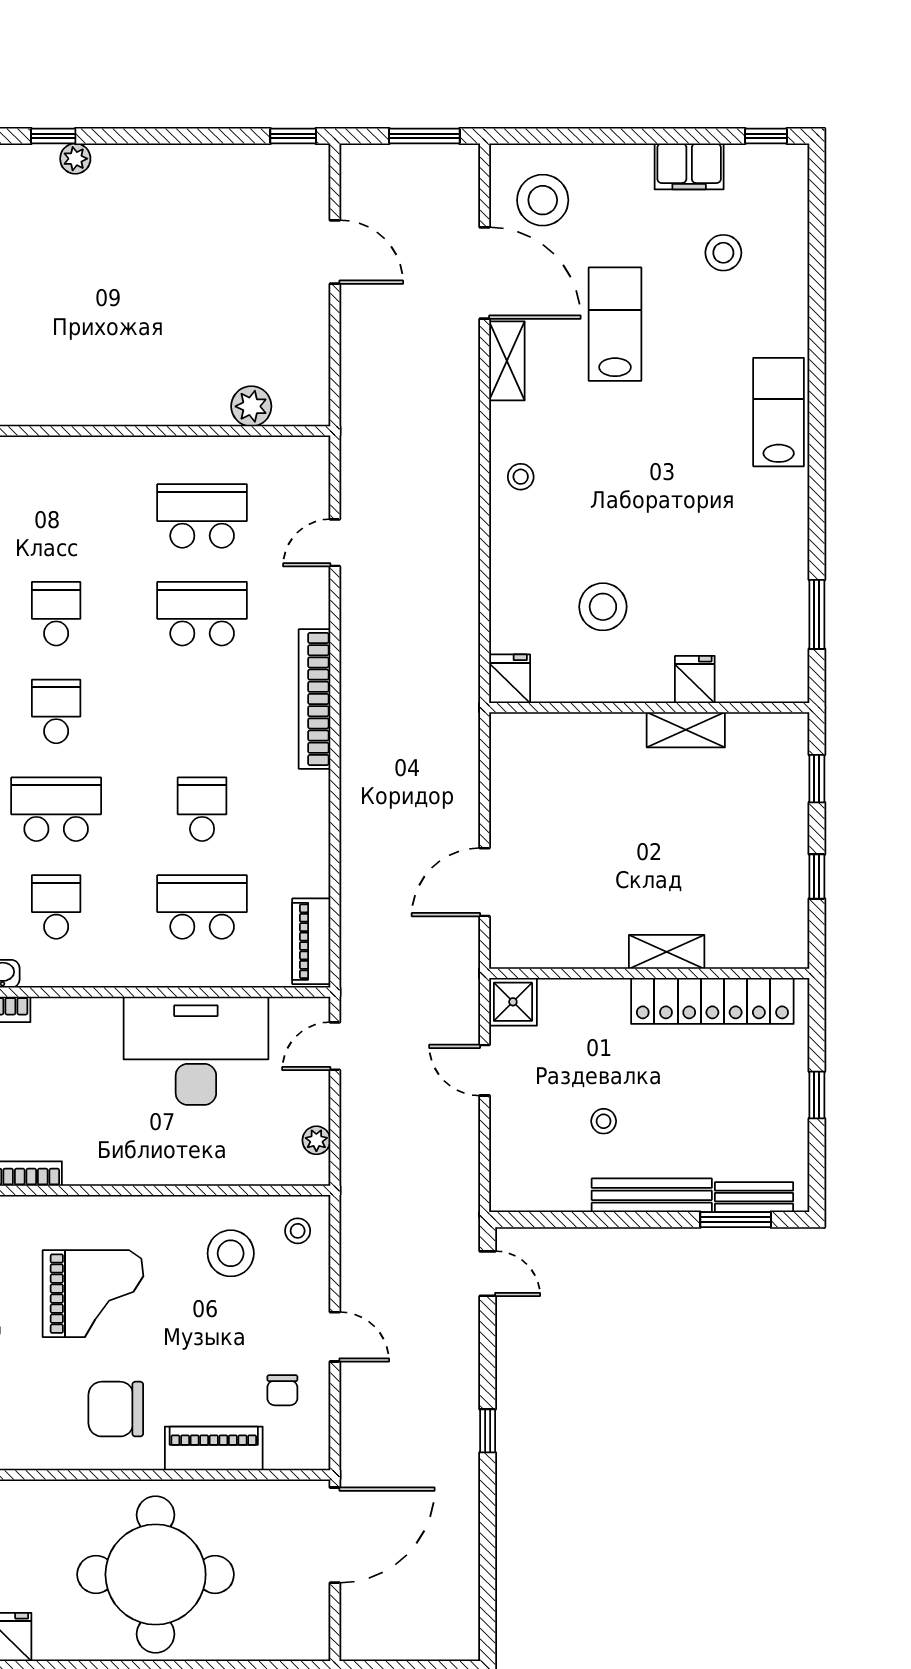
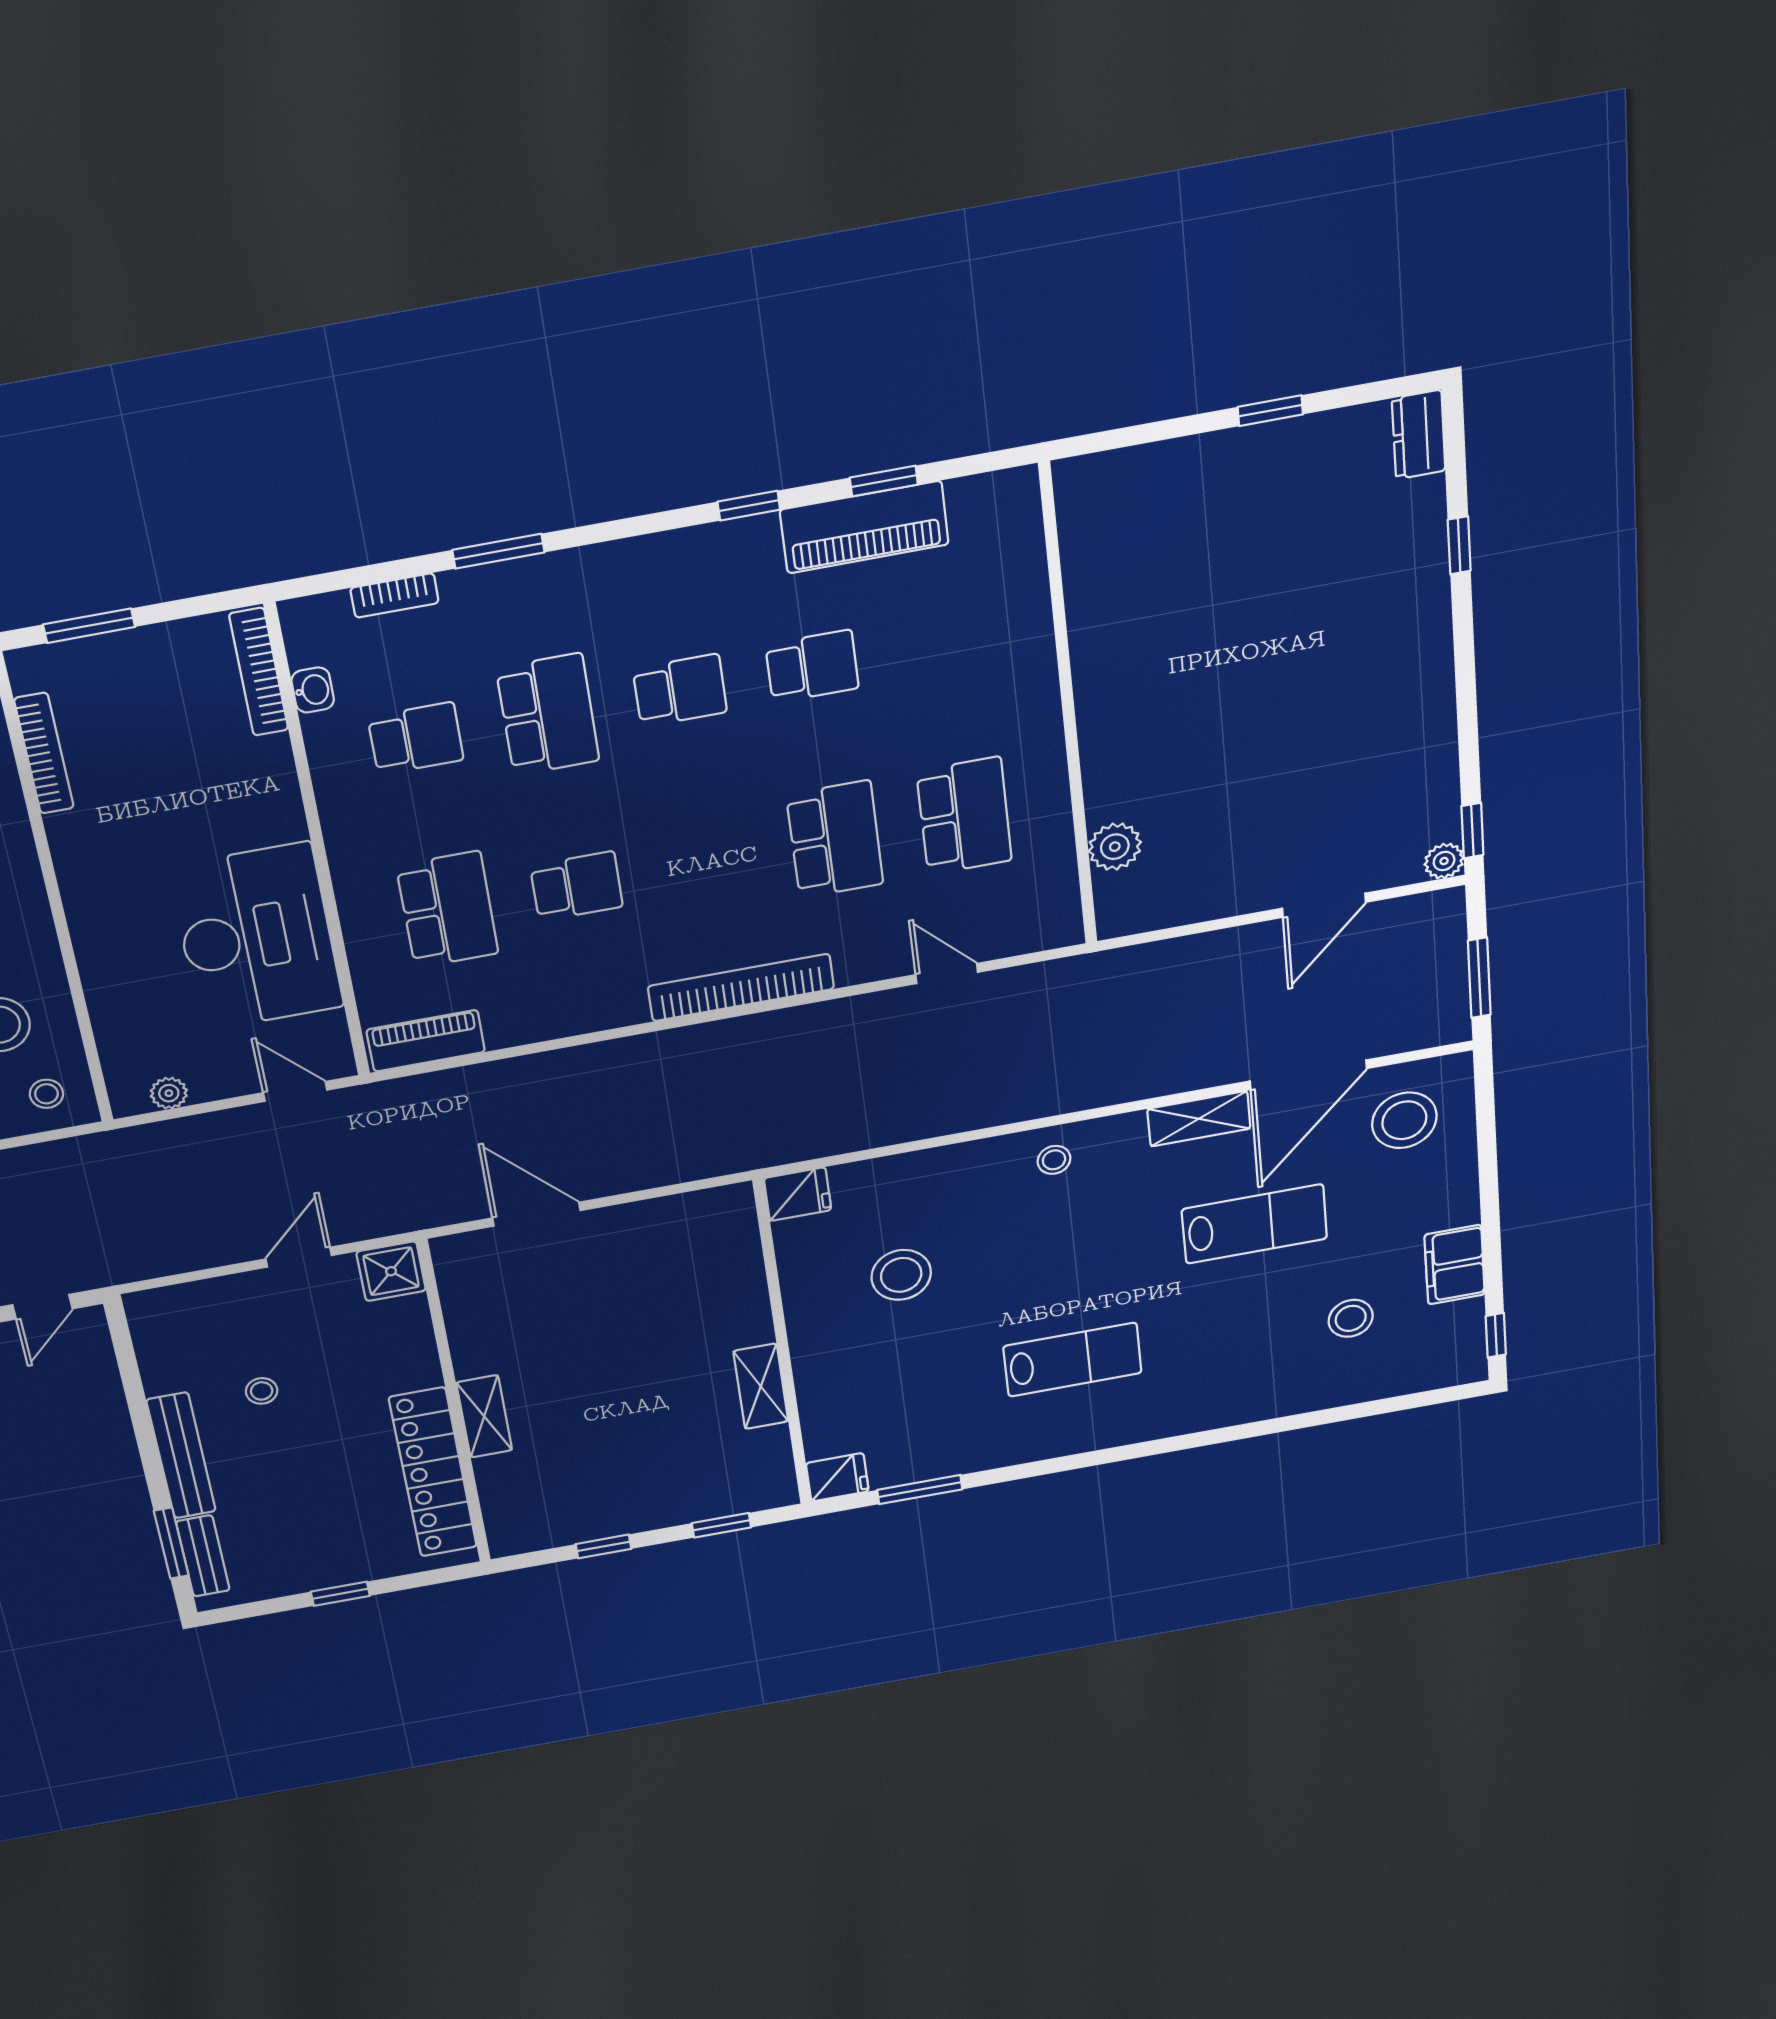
plant: (75, 159) -> (1444, 861), moved
lab bench: (779, 412) -> (1072, 1360), moved
fridge: (695, 680) -> (837, 1477), moved

